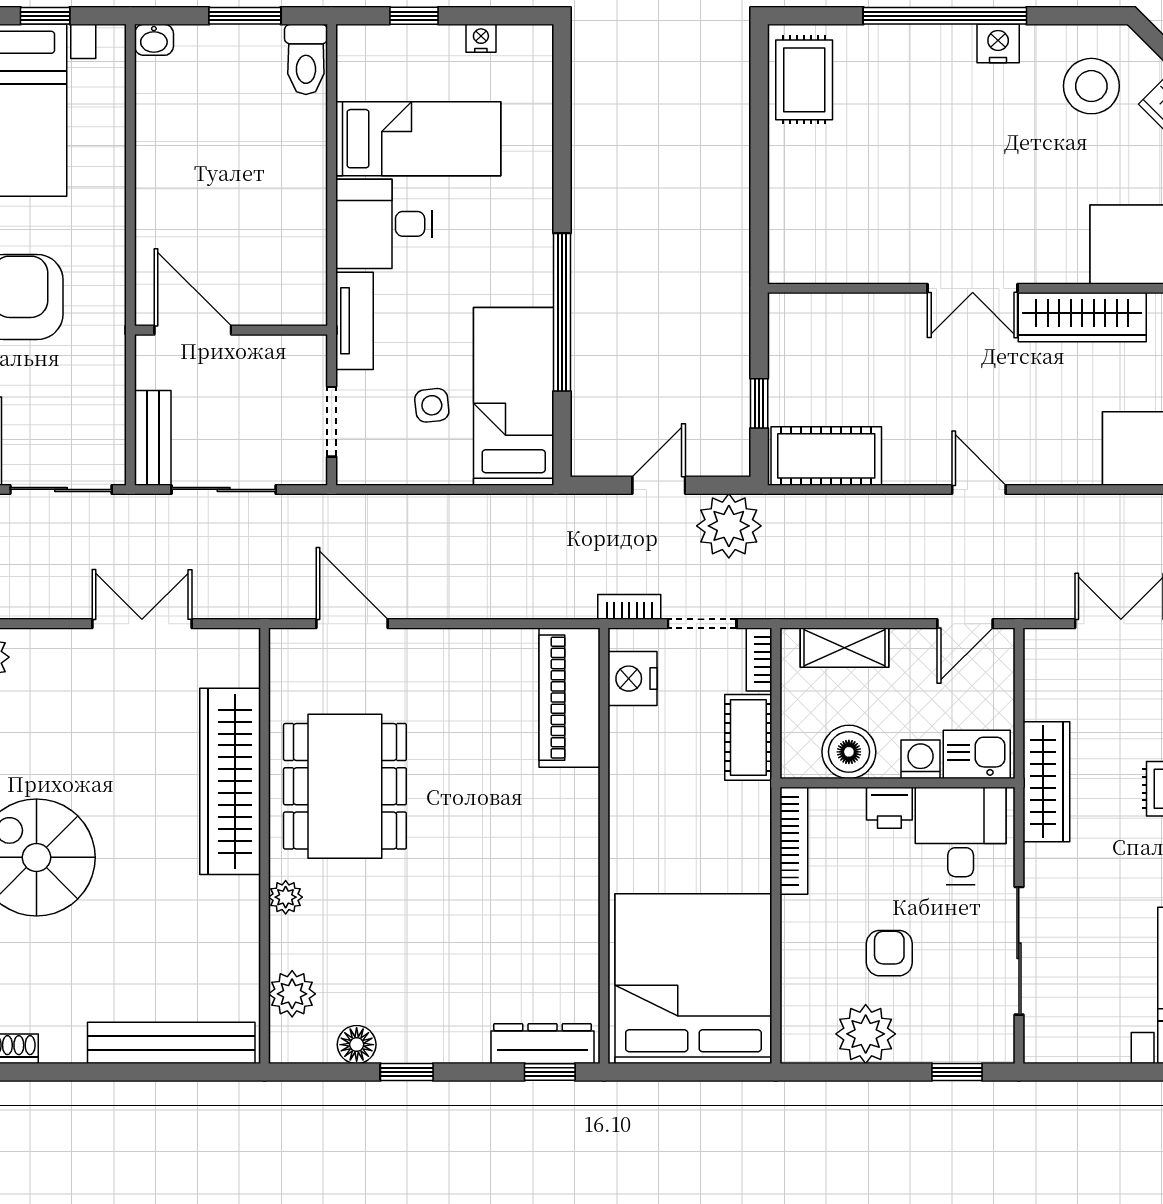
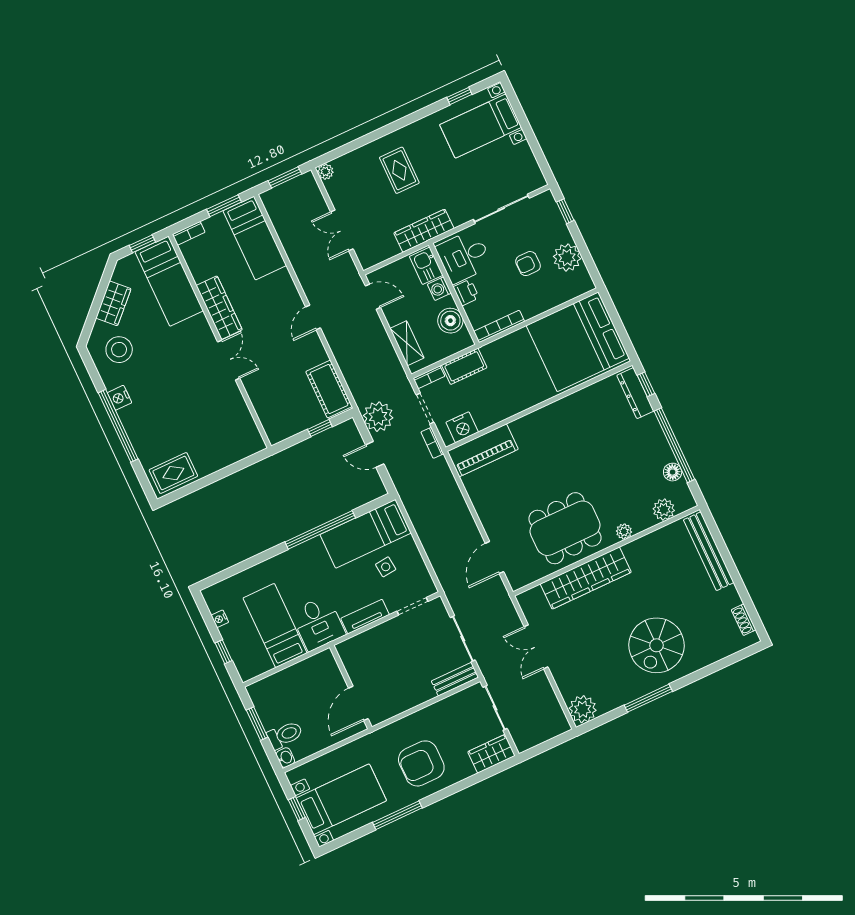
toilet: (306, 59) -> (285, 735), moved
door: (193, 330) -> (358, 703), moved
wall: (231, 330) -> (351, 687), moved
window: (407, 1072) -> (674, 445), width x3.17

